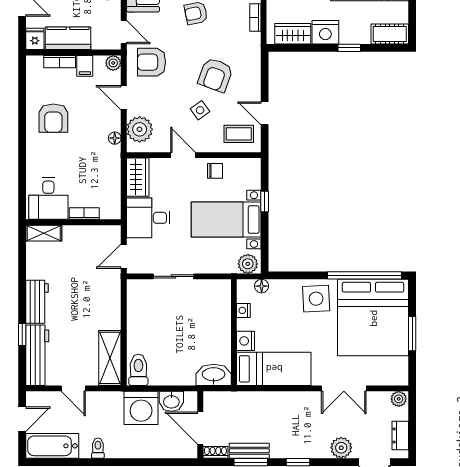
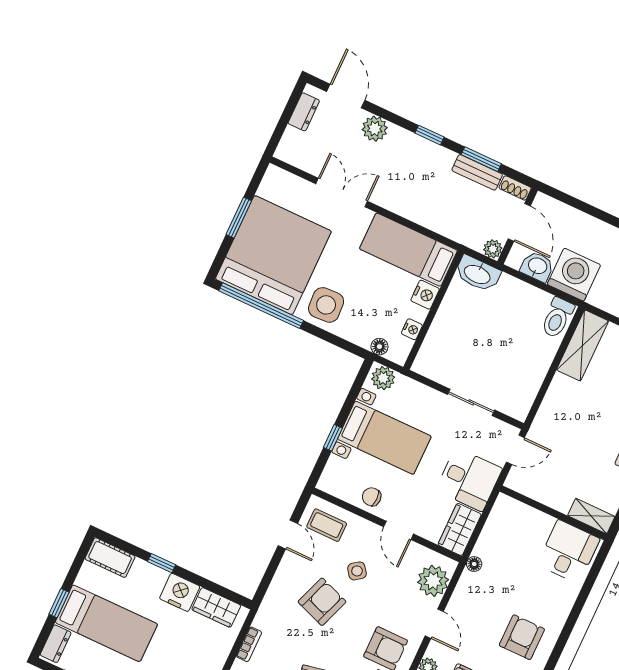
floor lamp: (115, 138) -> (474, 564), moved
bookcase: (84, 214) -> (537, 517), removed
plant: (399, 399) -> (493, 249), moved

